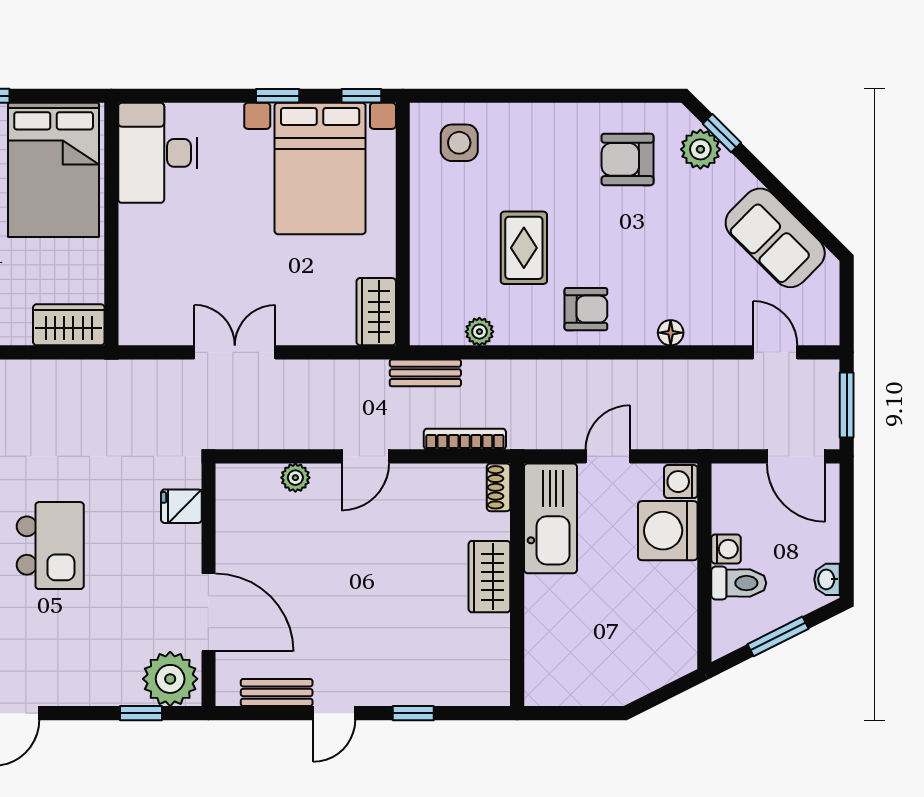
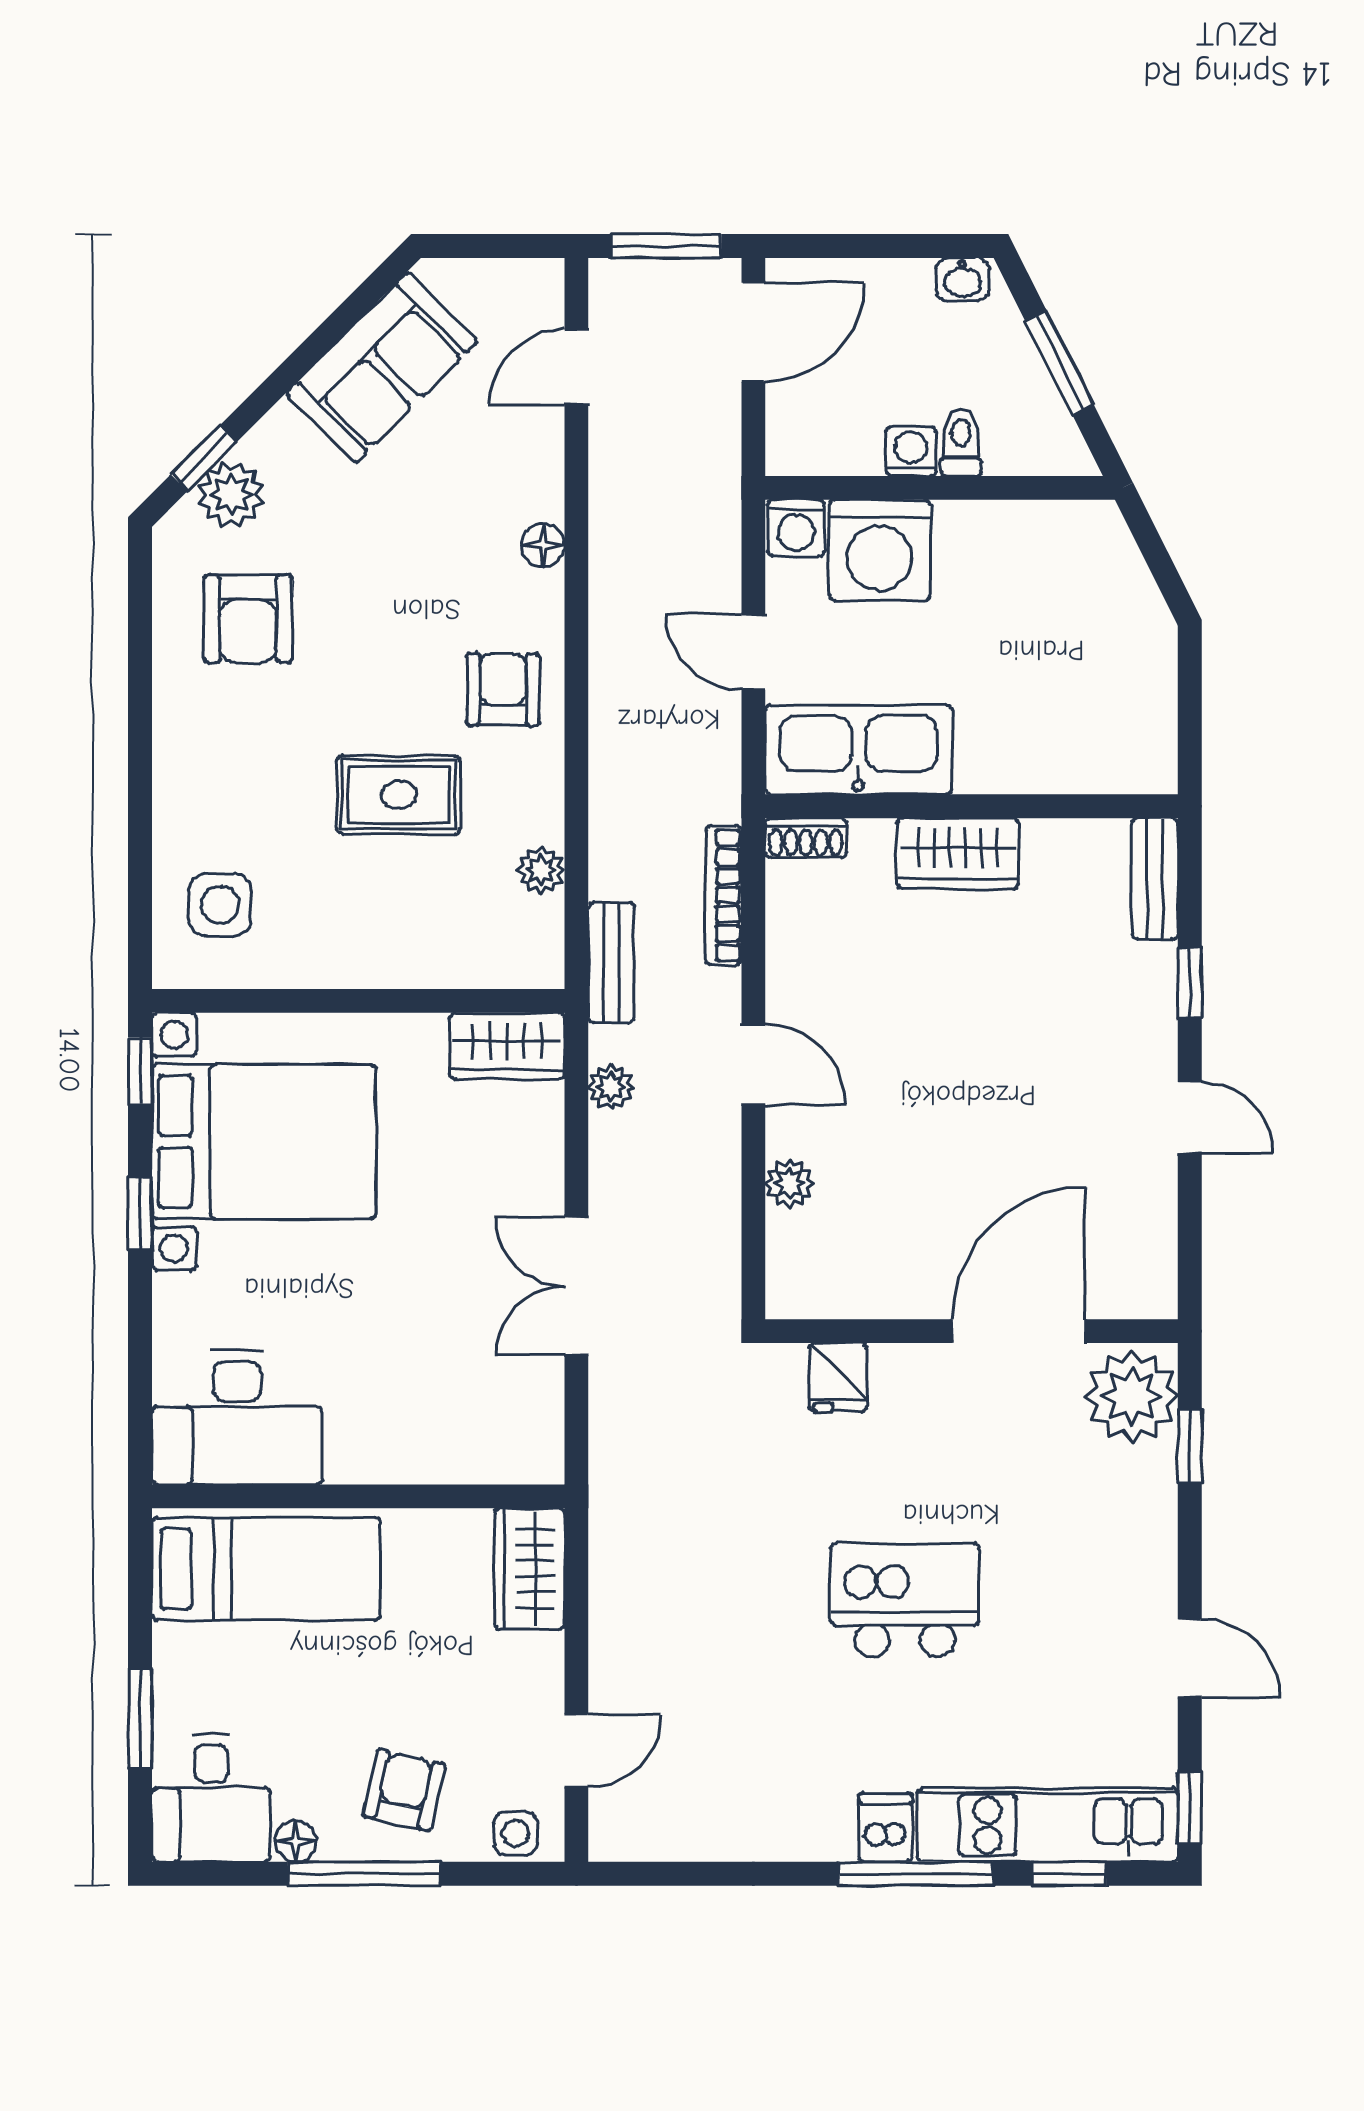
bed: (54, 170) -> (266, 1569), width x0.67
plant: (352, 373) -> (611, 1087), added
toilet: (739, 583) -> (961, 442), width x0.73, depth x0.72
bench: (277, 693) -> (1155, 879), moved

